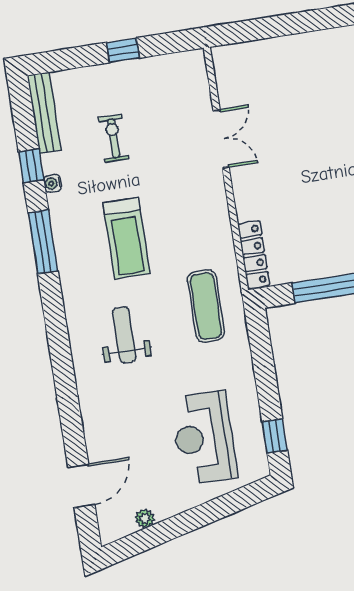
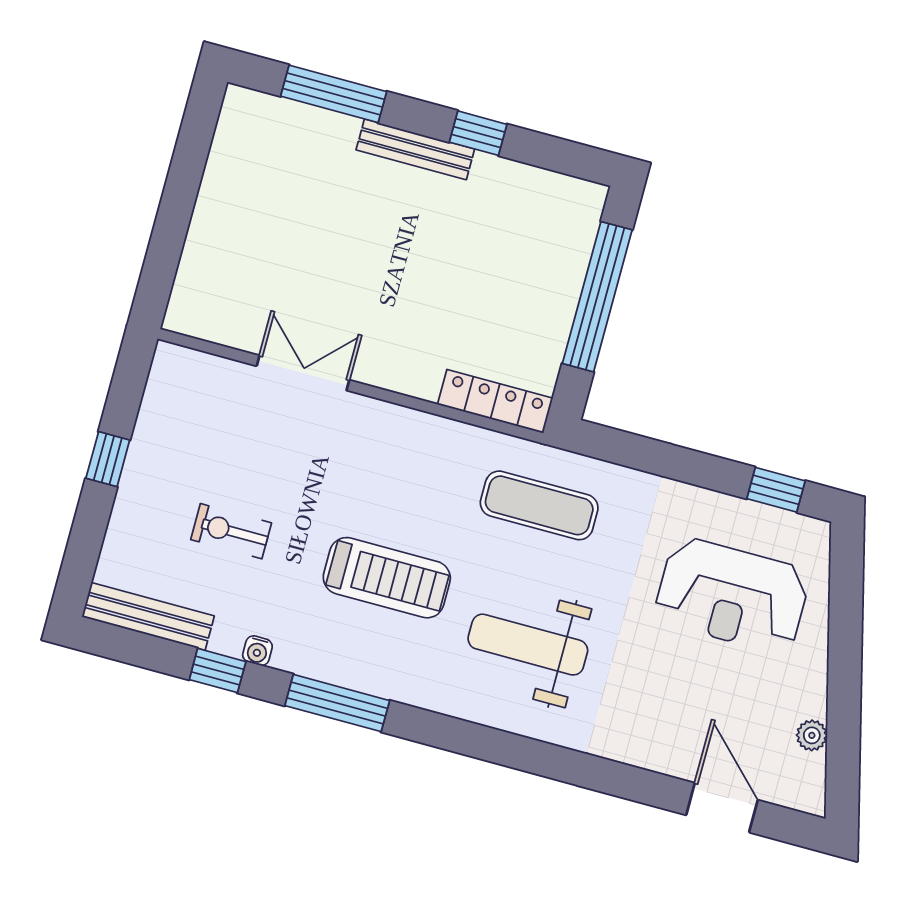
weight bench: (124, 335) -> (528, 645), width x1.36, depth x1.33

